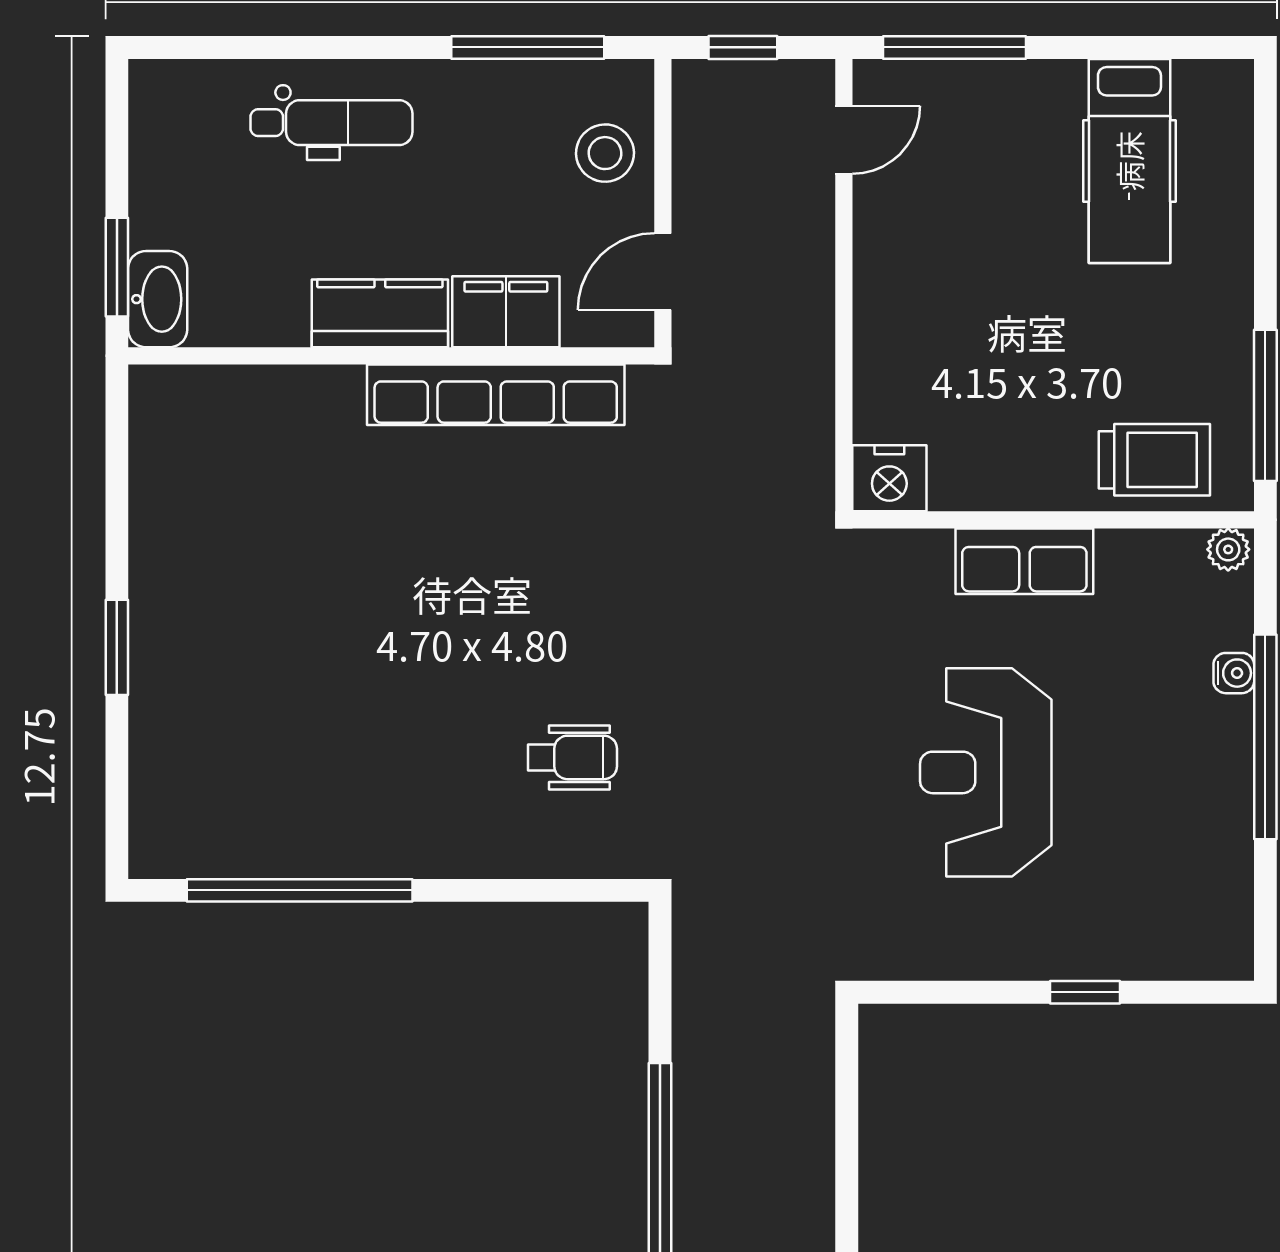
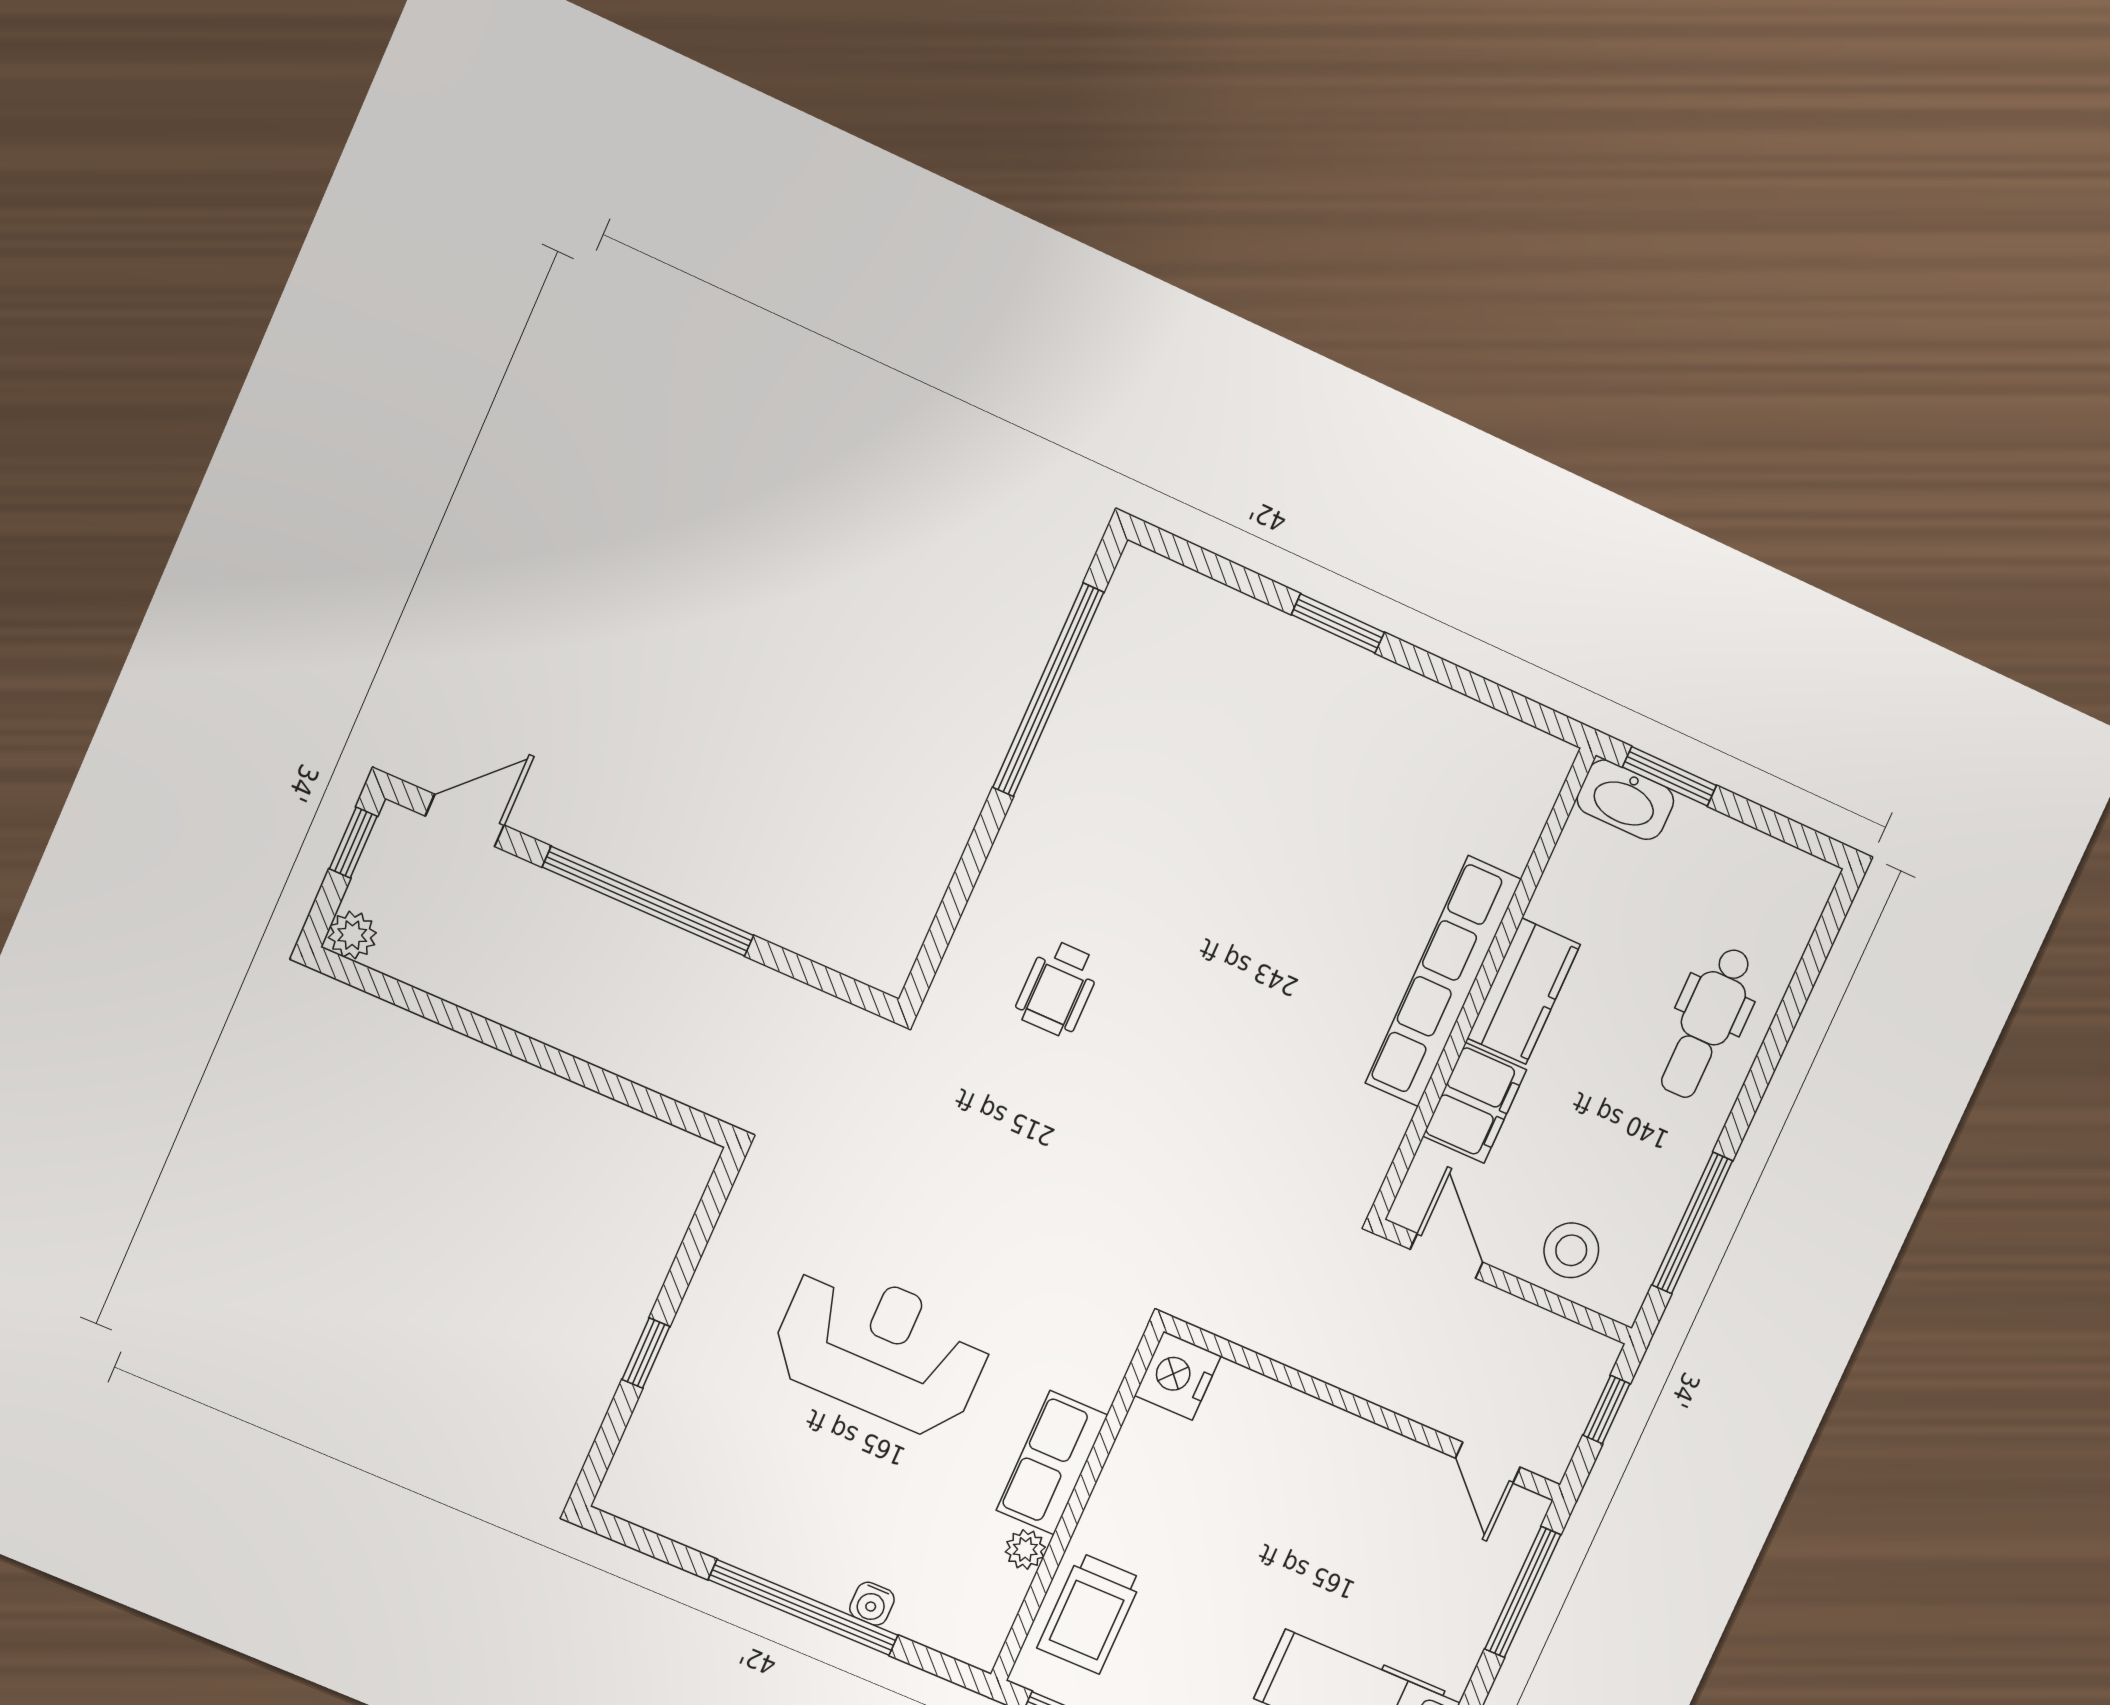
row of seats: (496, 395) -> (1443, 981), moved
plant: (1228, 549) -> (1025, 1549), moved

